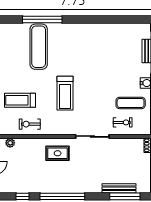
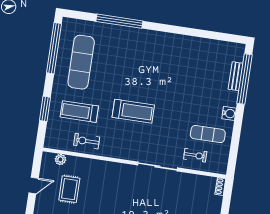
exercise mat: (39, 47) -> (81, 62), moved
treadmill: (65, 93) -> (133, 111), turned -90
rug: (58, 153) -> (69, 189), moved, turned 90

